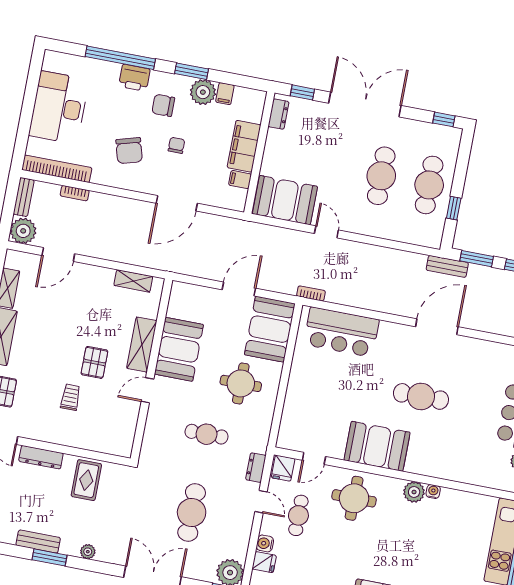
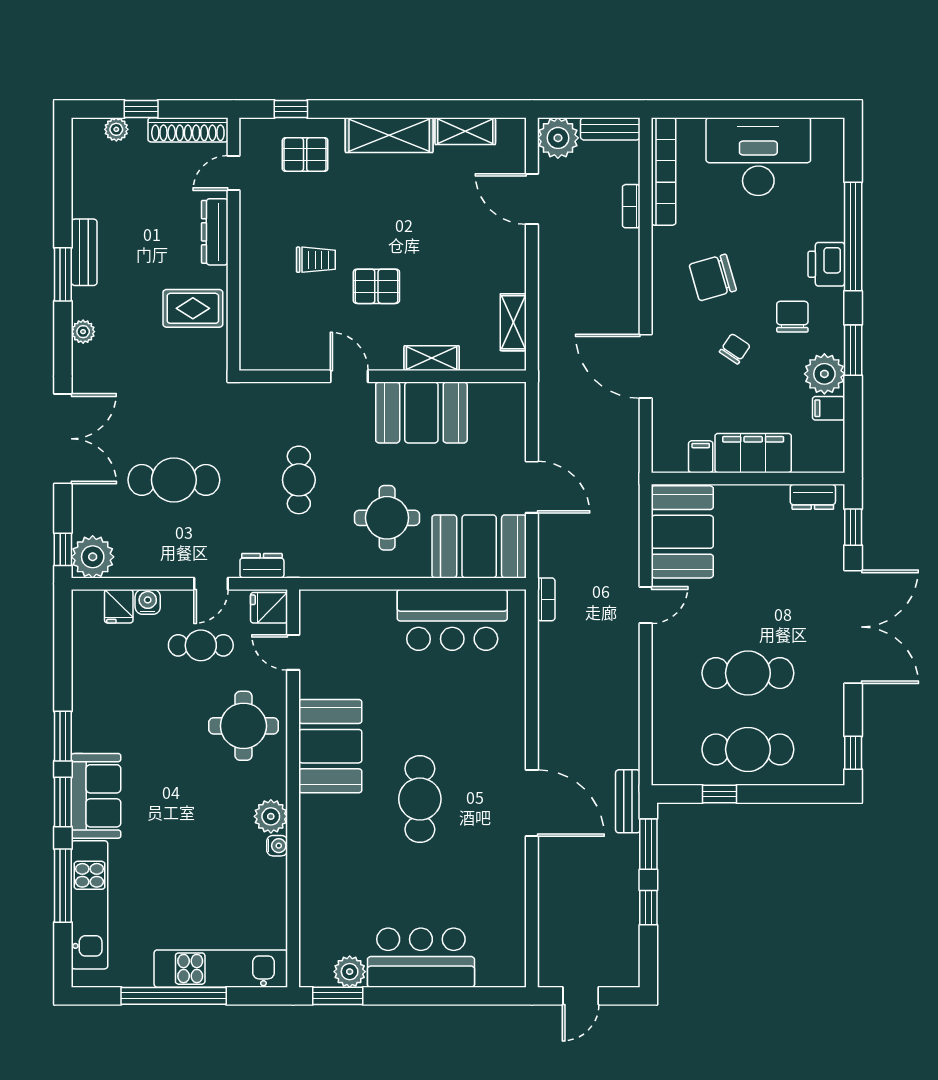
chair: (176, 145) -> (735, 349), turned -56
bar counter: (341, 332) -> (452, 620), moved, turned -90
shelving: (142, 345) -> (432, 358), width x0.67, depth x0.75

